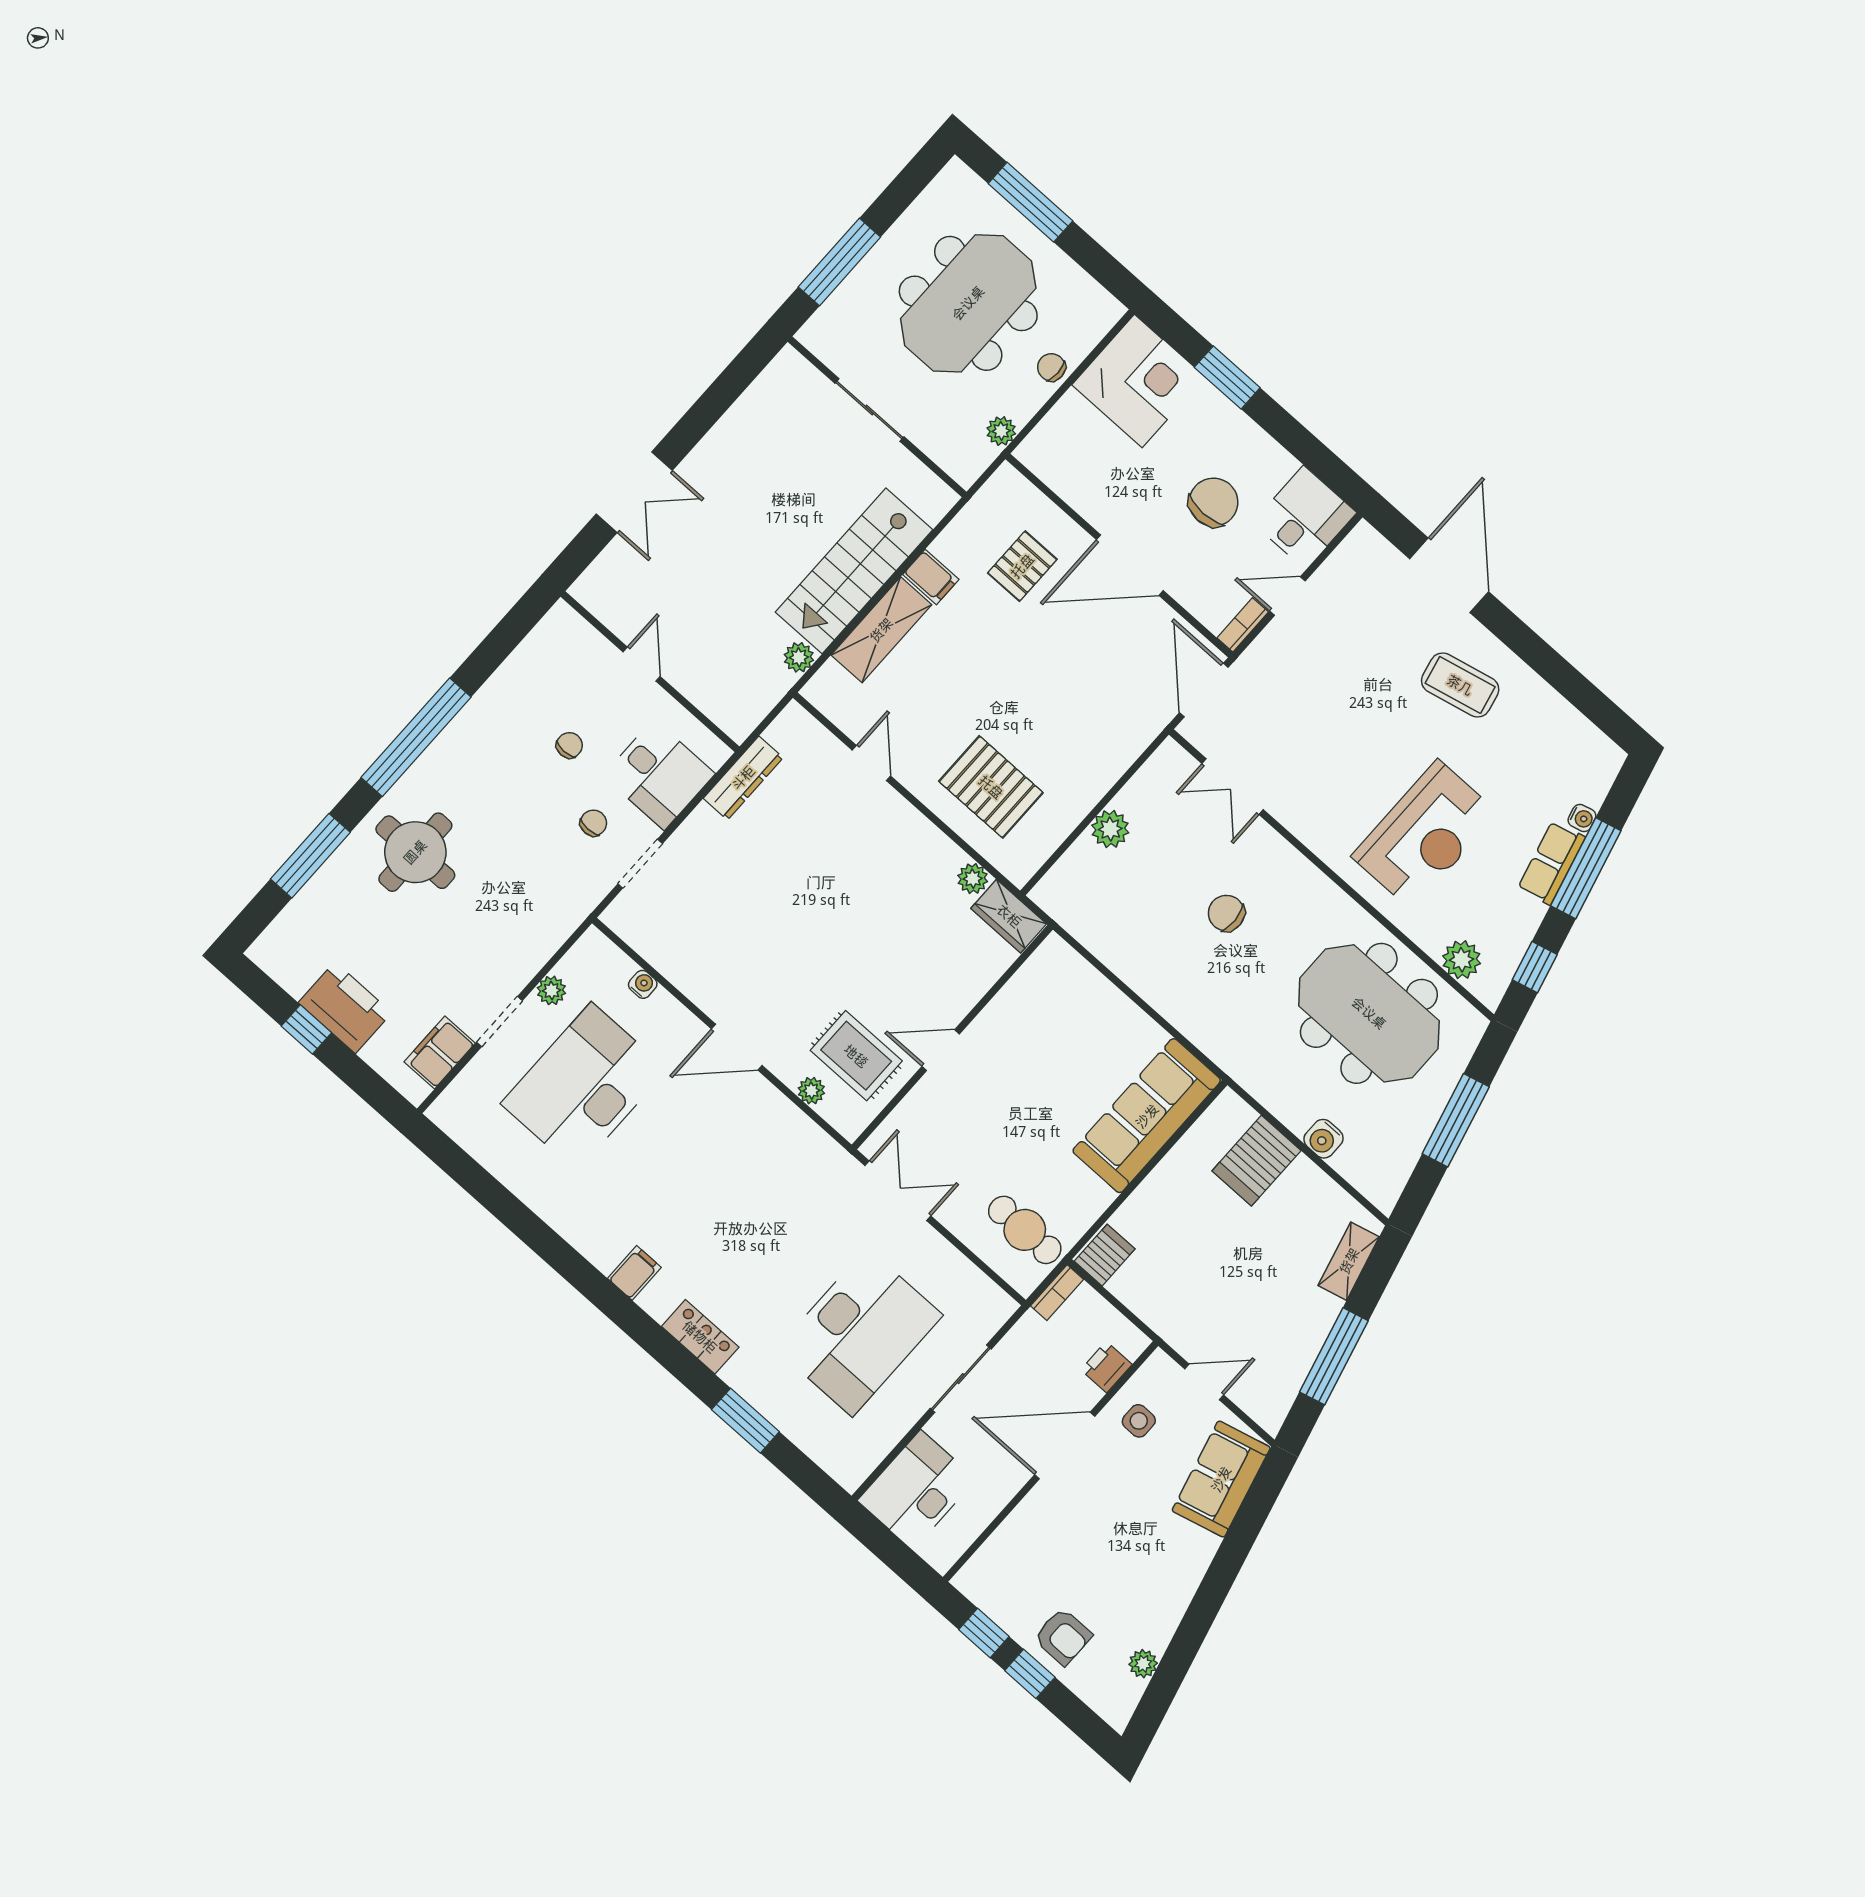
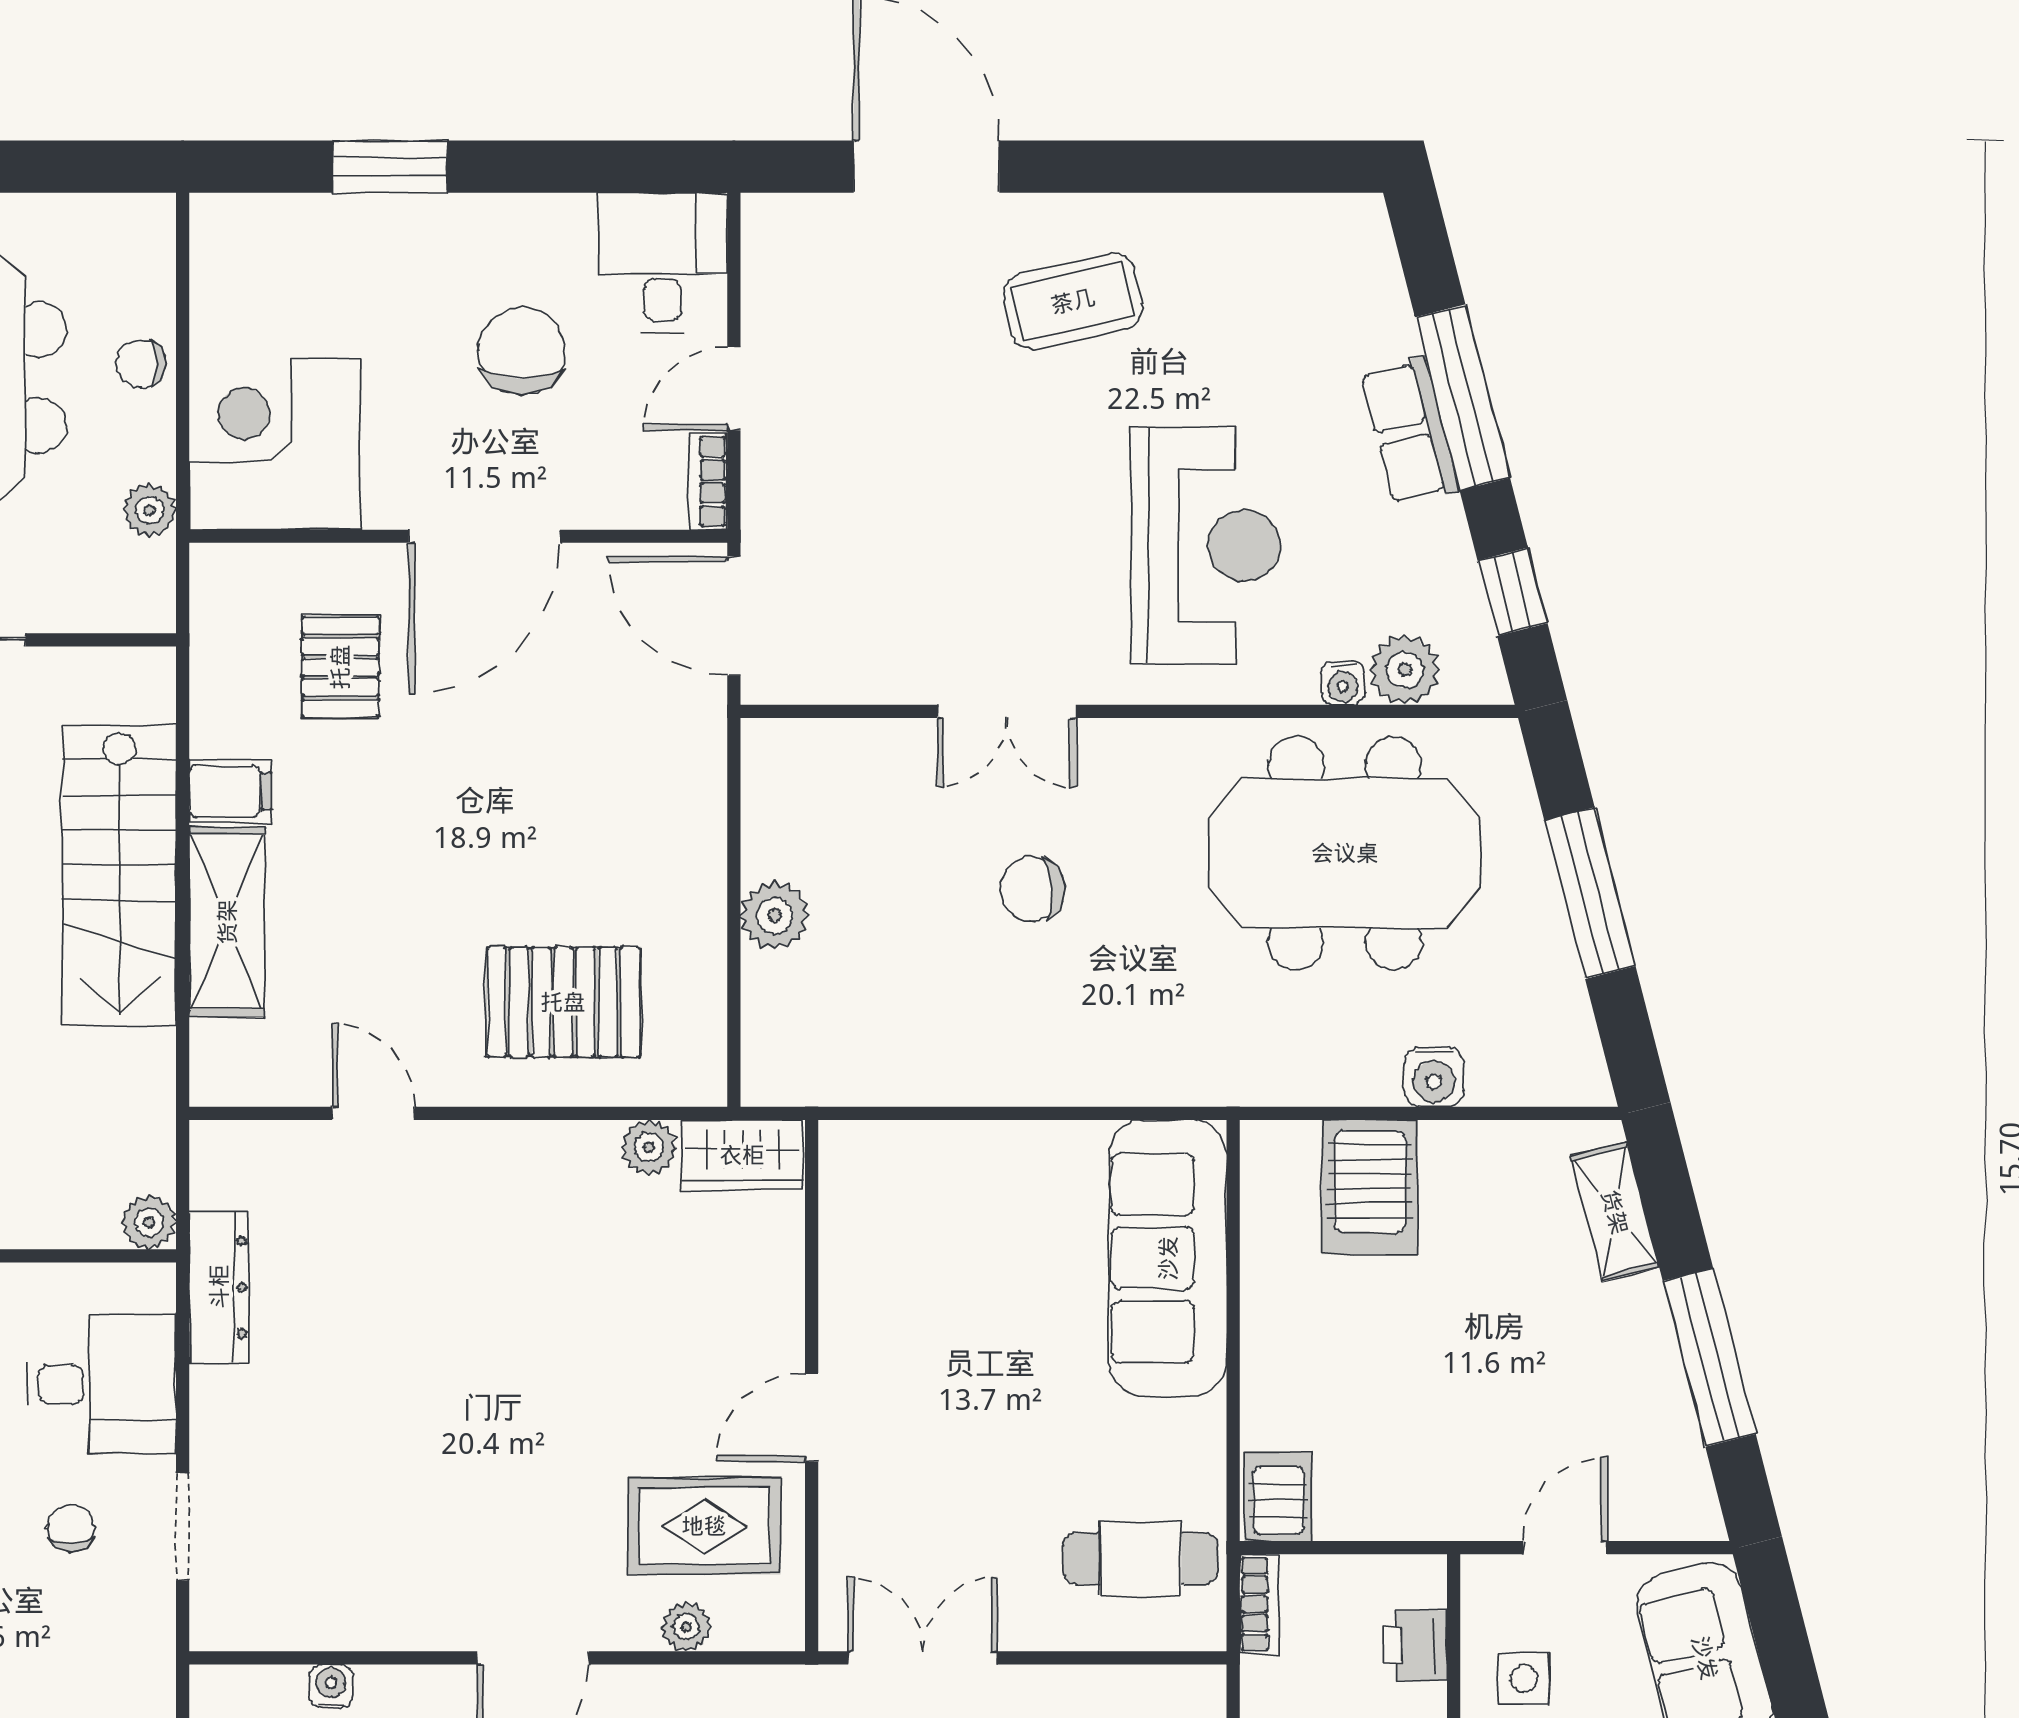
corner desk: (1138, 381) -> (275, 444), moved, turned -90
plant: (799, 657) -> (149, 1222), moved
double door: (1233, 787) -> (1007, 711), moved
water cooler: (1582, 818) -> (1343, 683), moved, turned 104

